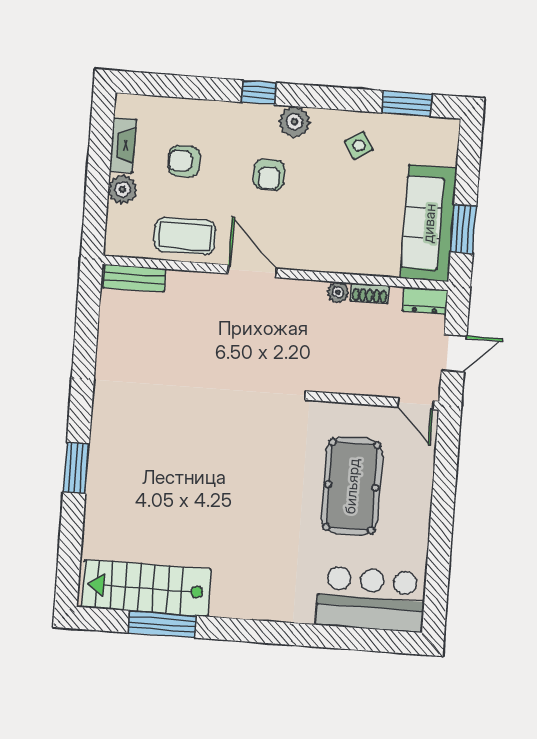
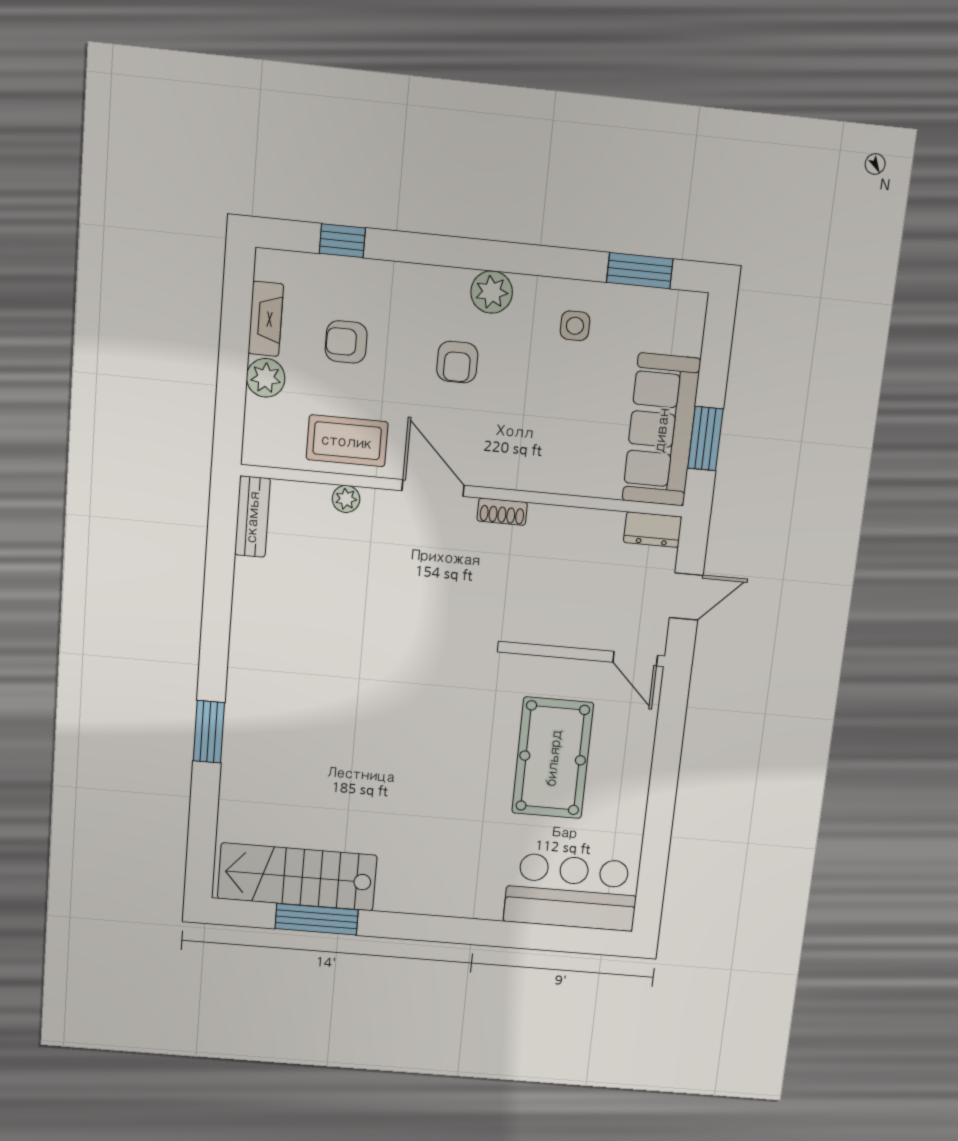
window: (259, 92) -> (342, 241), moved
side table: (359, 146) -> (575, 326), turned 31
bench: (134, 278) -> (252, 517), moved, turned 90
plant: (338, 292) -> (346, 499), moved
shoe rack: (370, 293) -> (502, 512), moved

